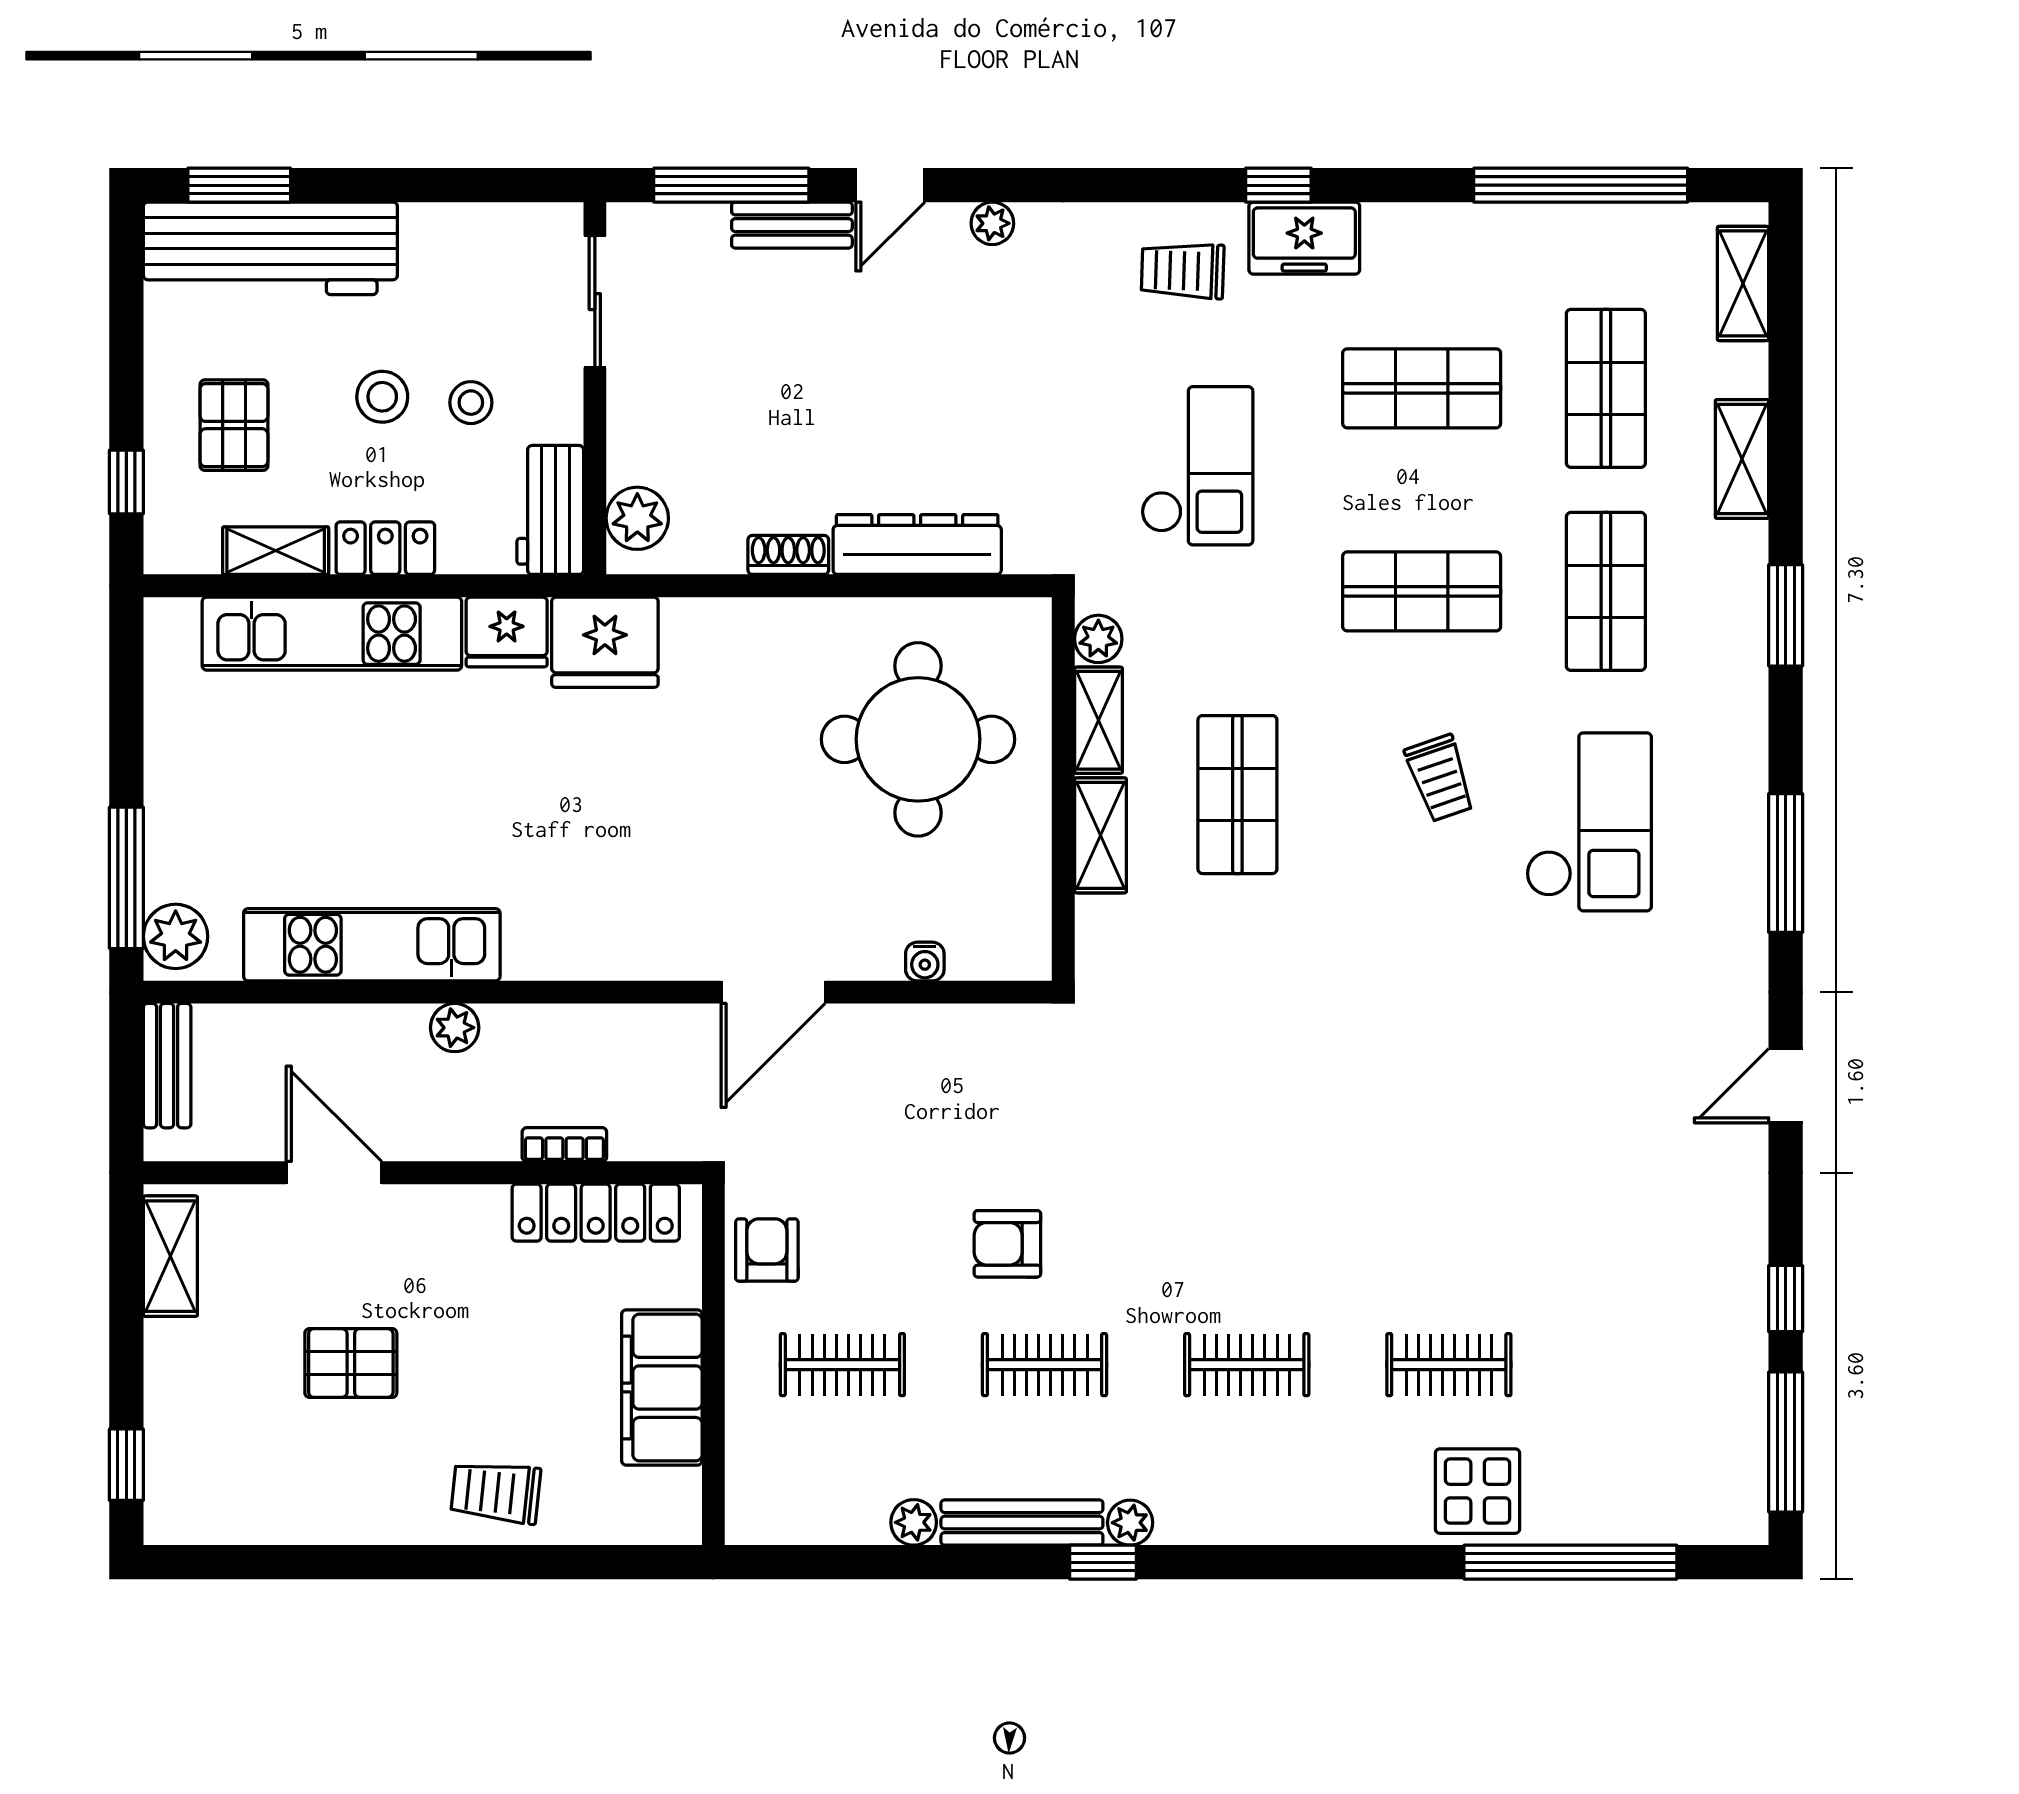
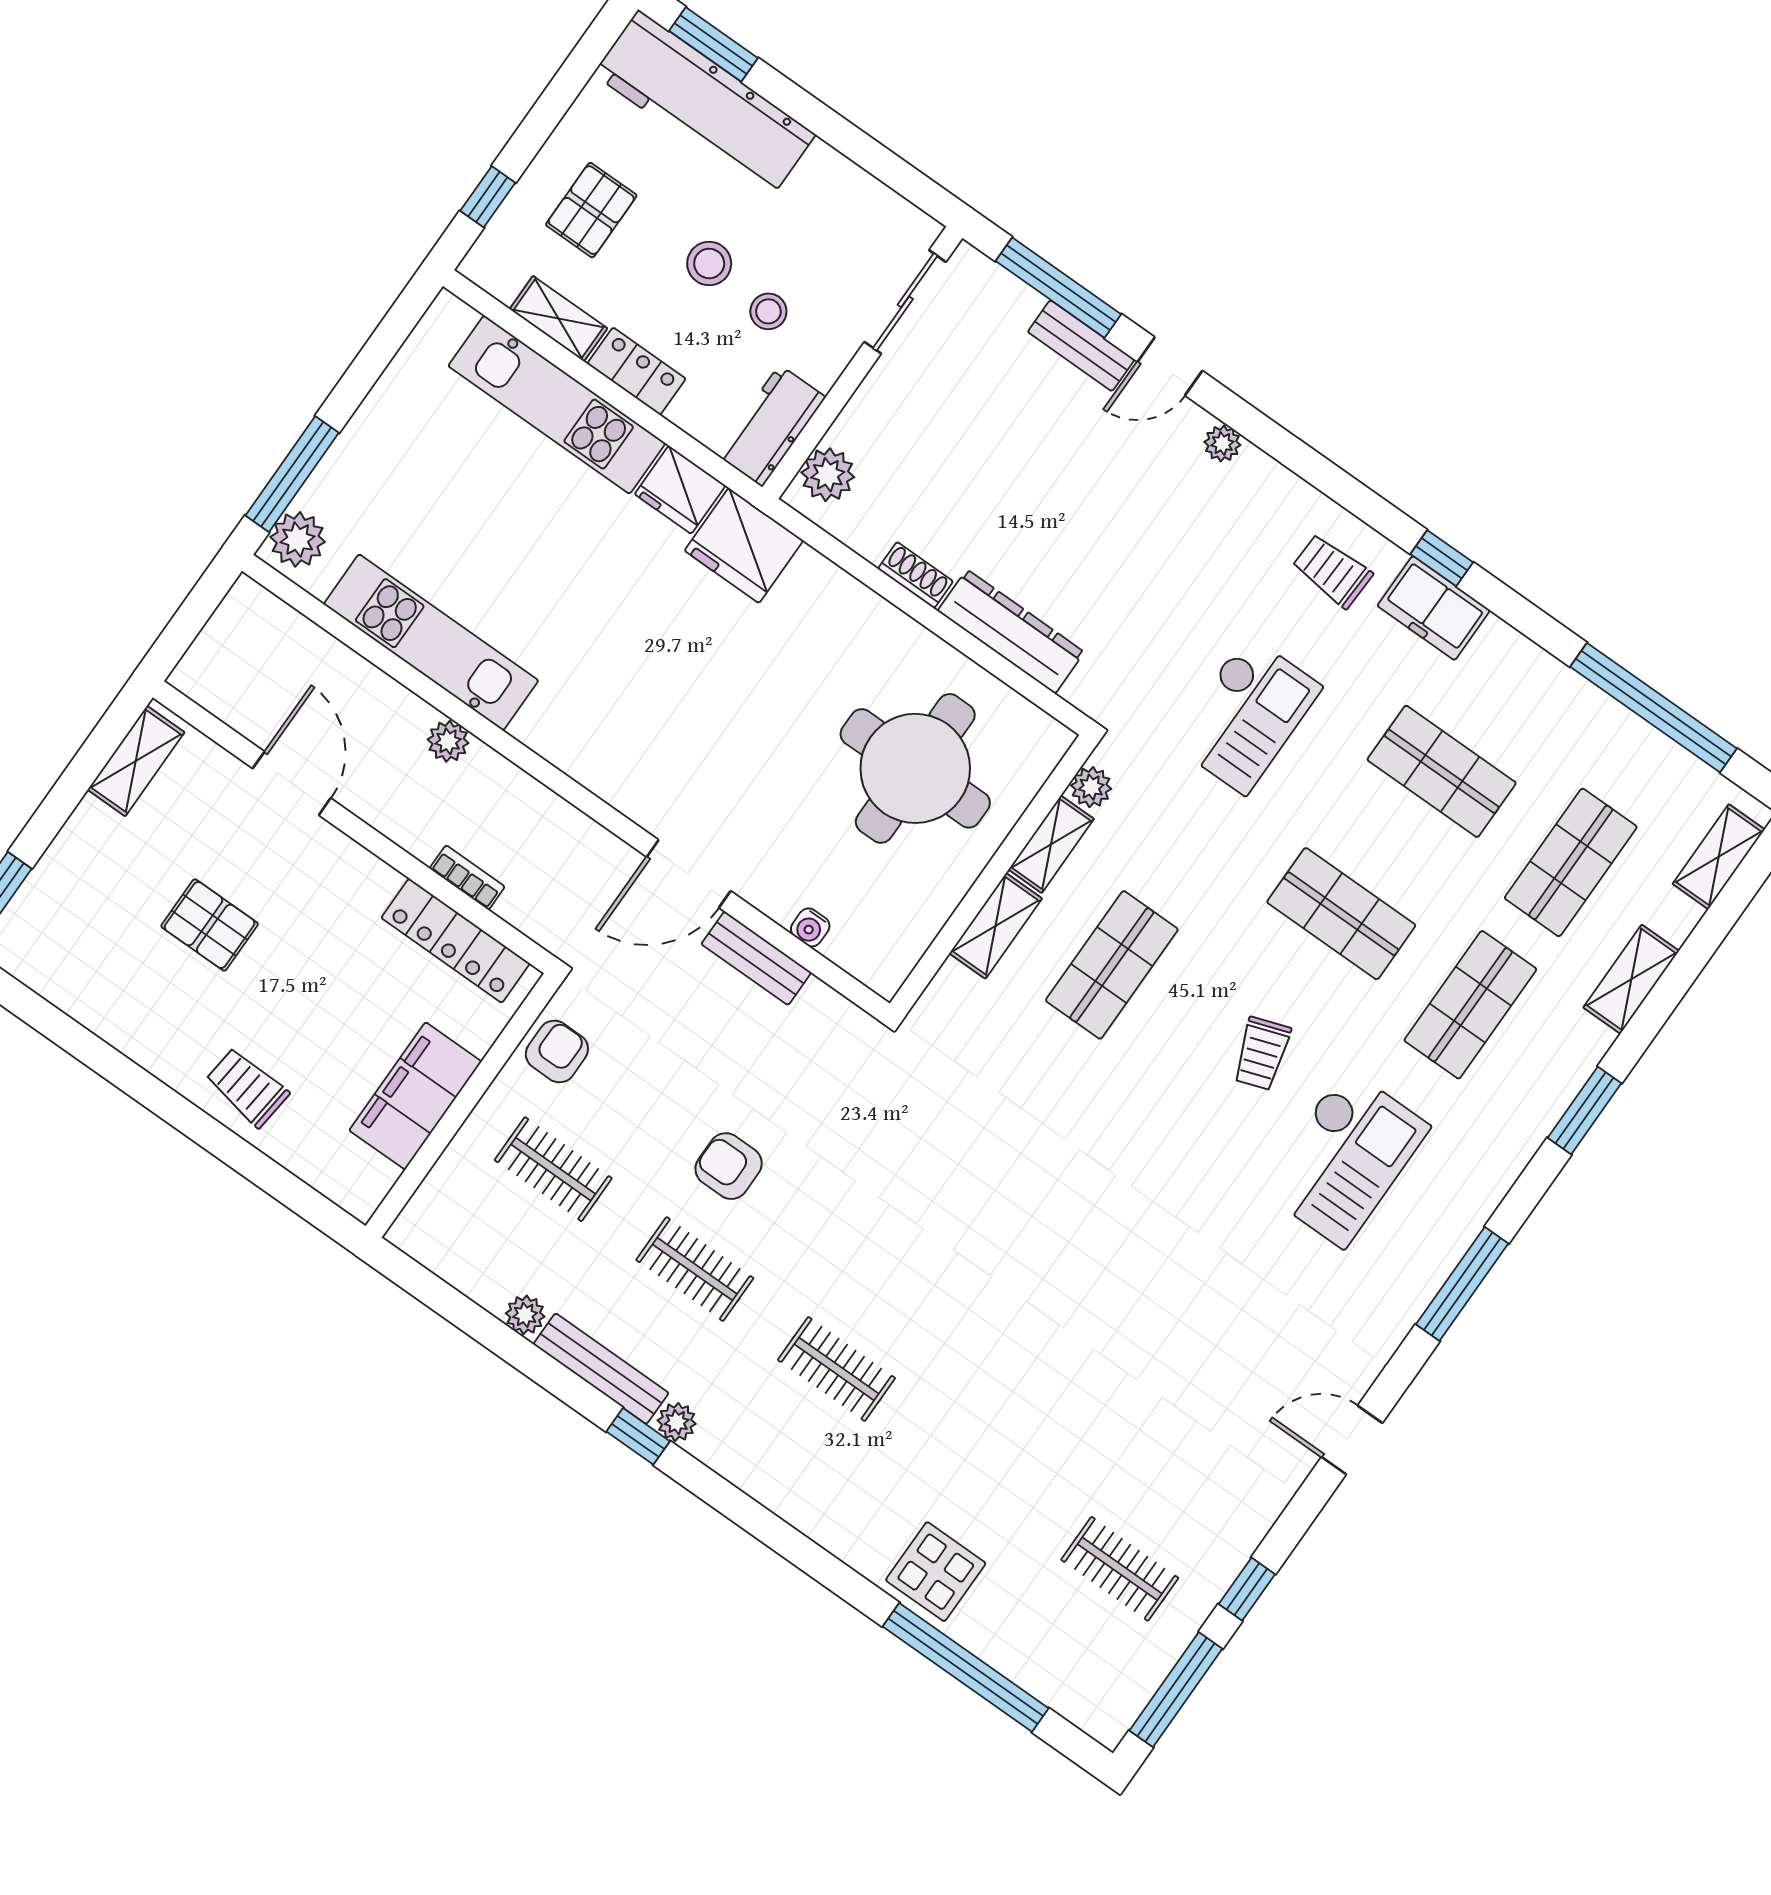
bench: (167, 1066) -> (756, 958), moved, turned 90
clothes rail: (1449, 1365) -> (1120, 1569), moved

